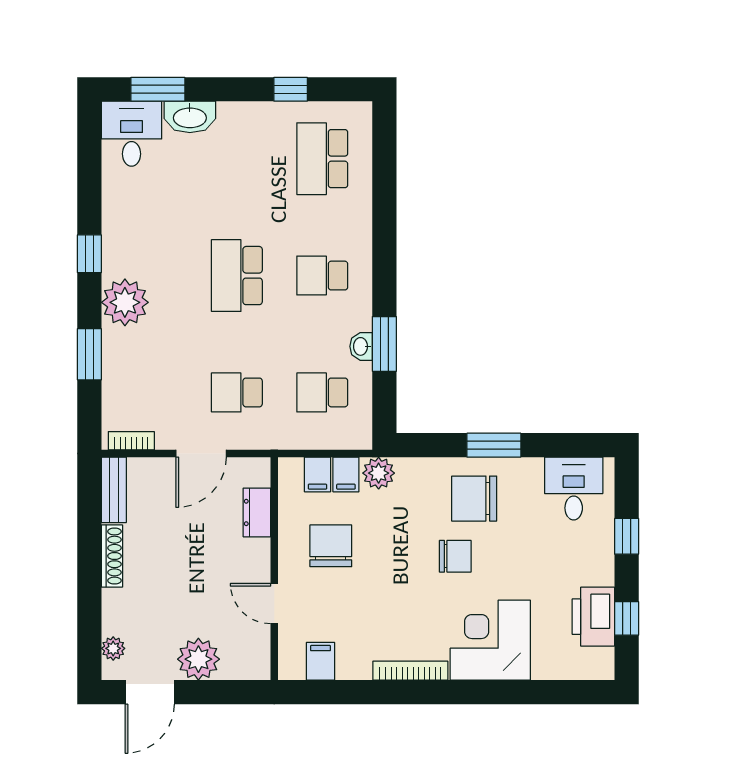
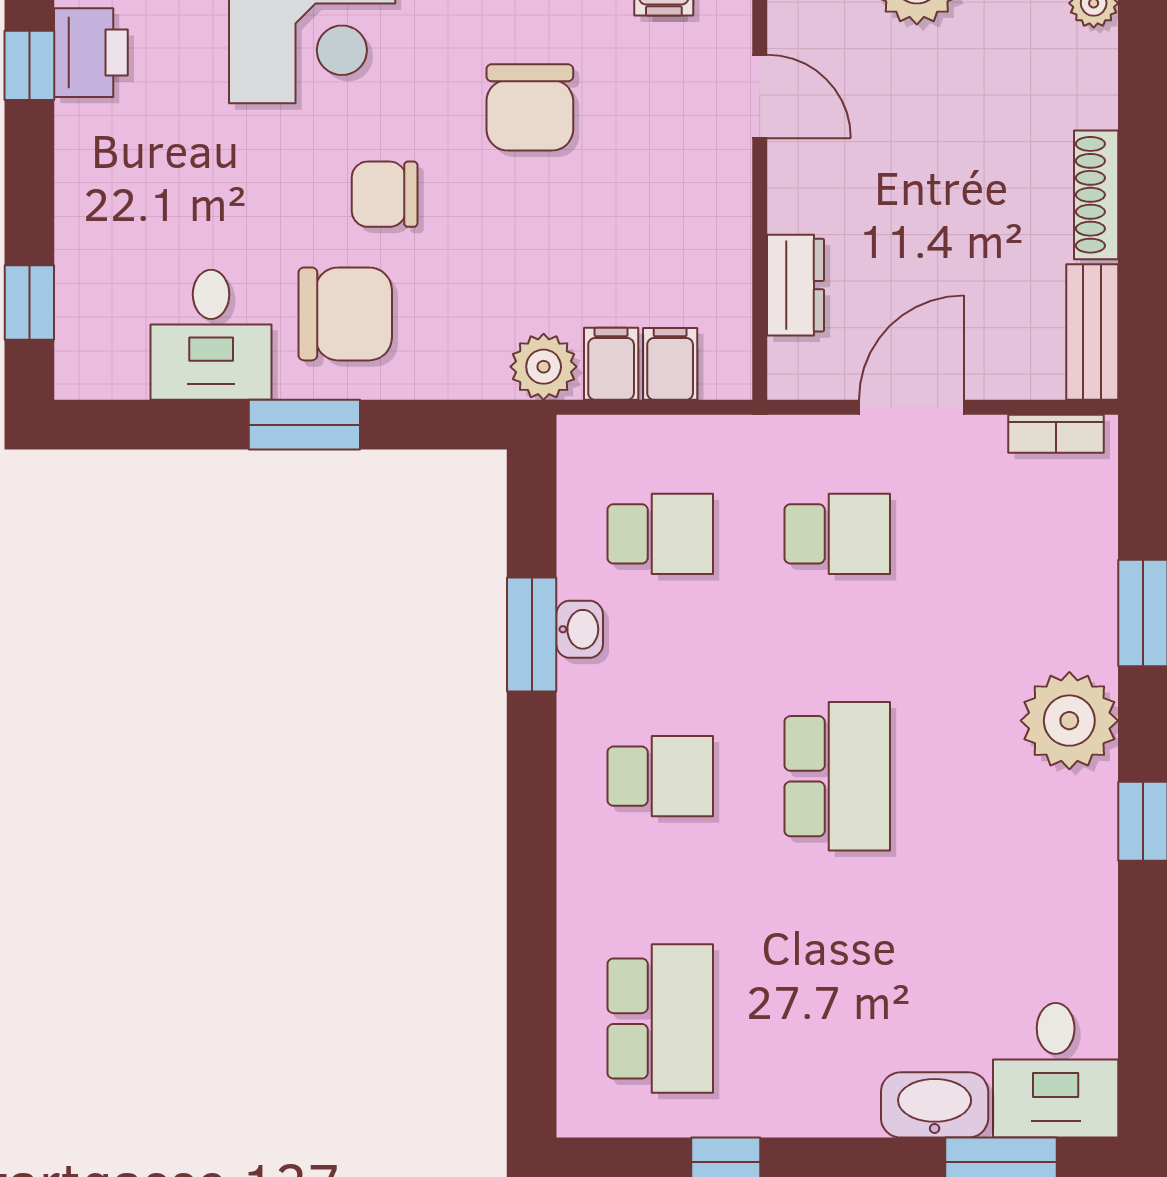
desk: (574, 489) -> (211, 335), moved
window: (627, 536) -> (29, 302), moved
chair: (331, 546) -> (530, 107), moved
printer: (593, 617) -> (91, 53), width x0.73, depth x0.84

